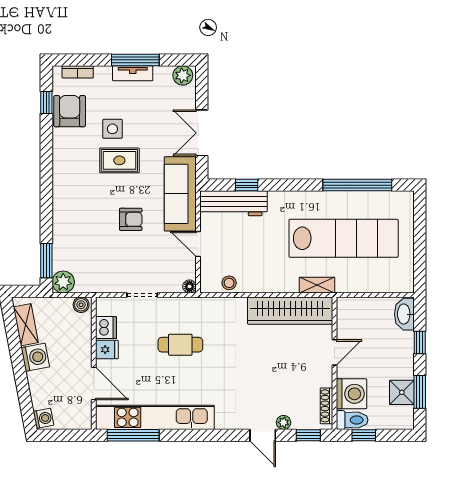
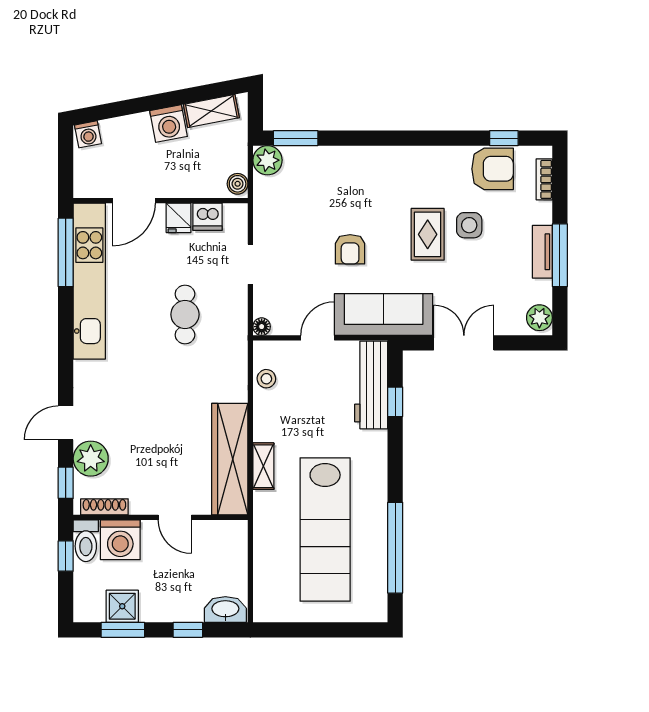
shelving: (317, 285) -> (263, 466), moved
plant: (284, 422) -> (91, 459), width x1.88, depth x1.88

